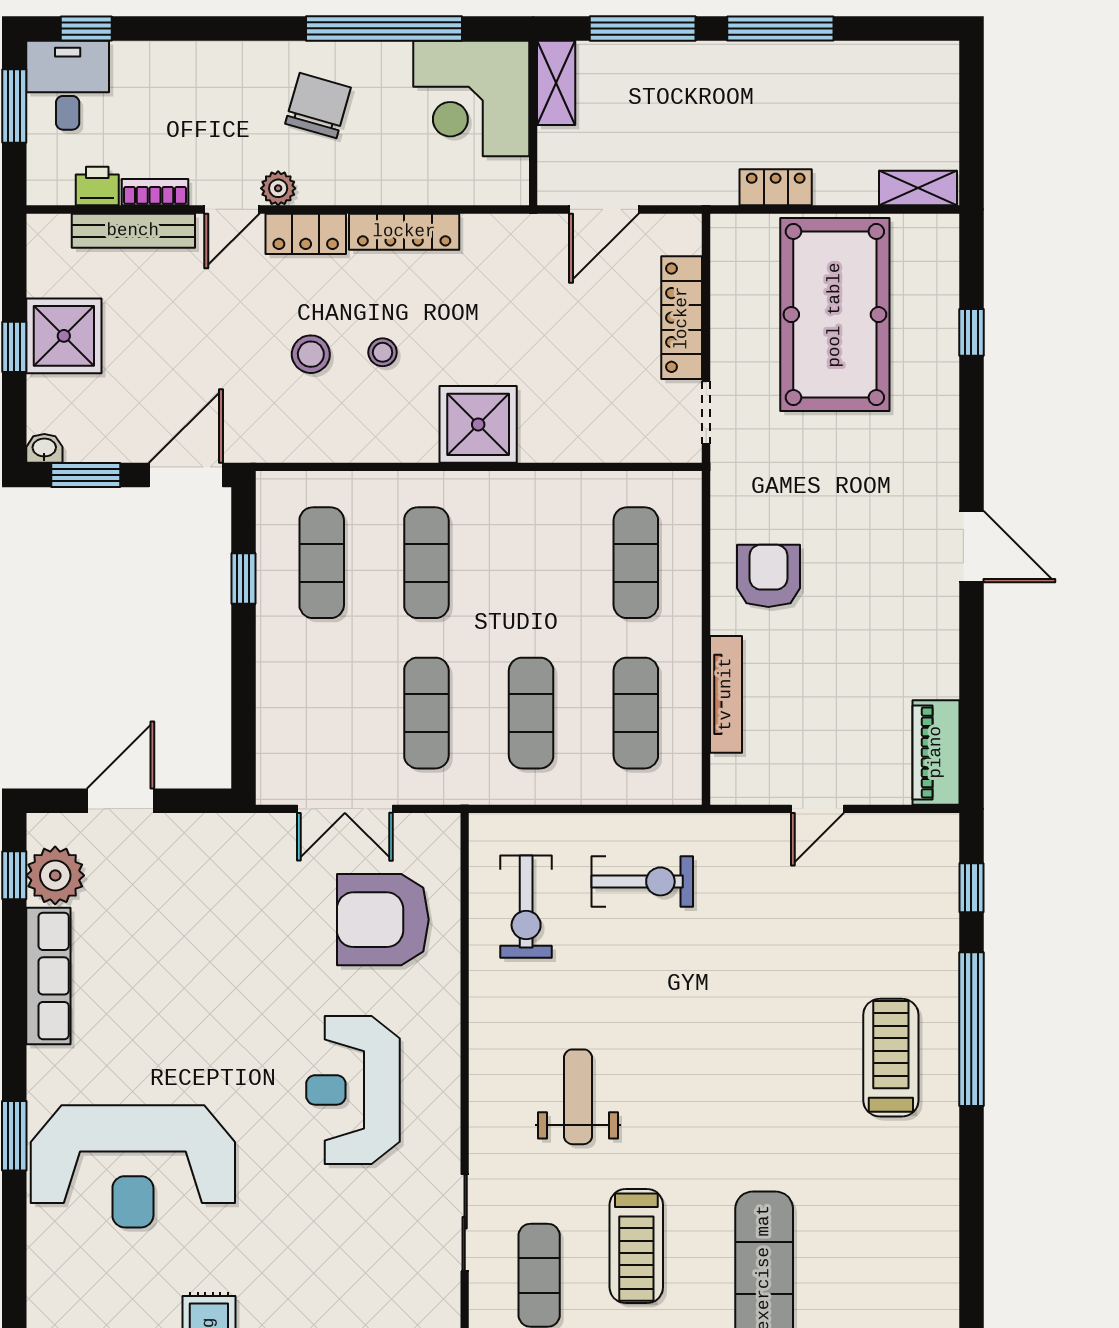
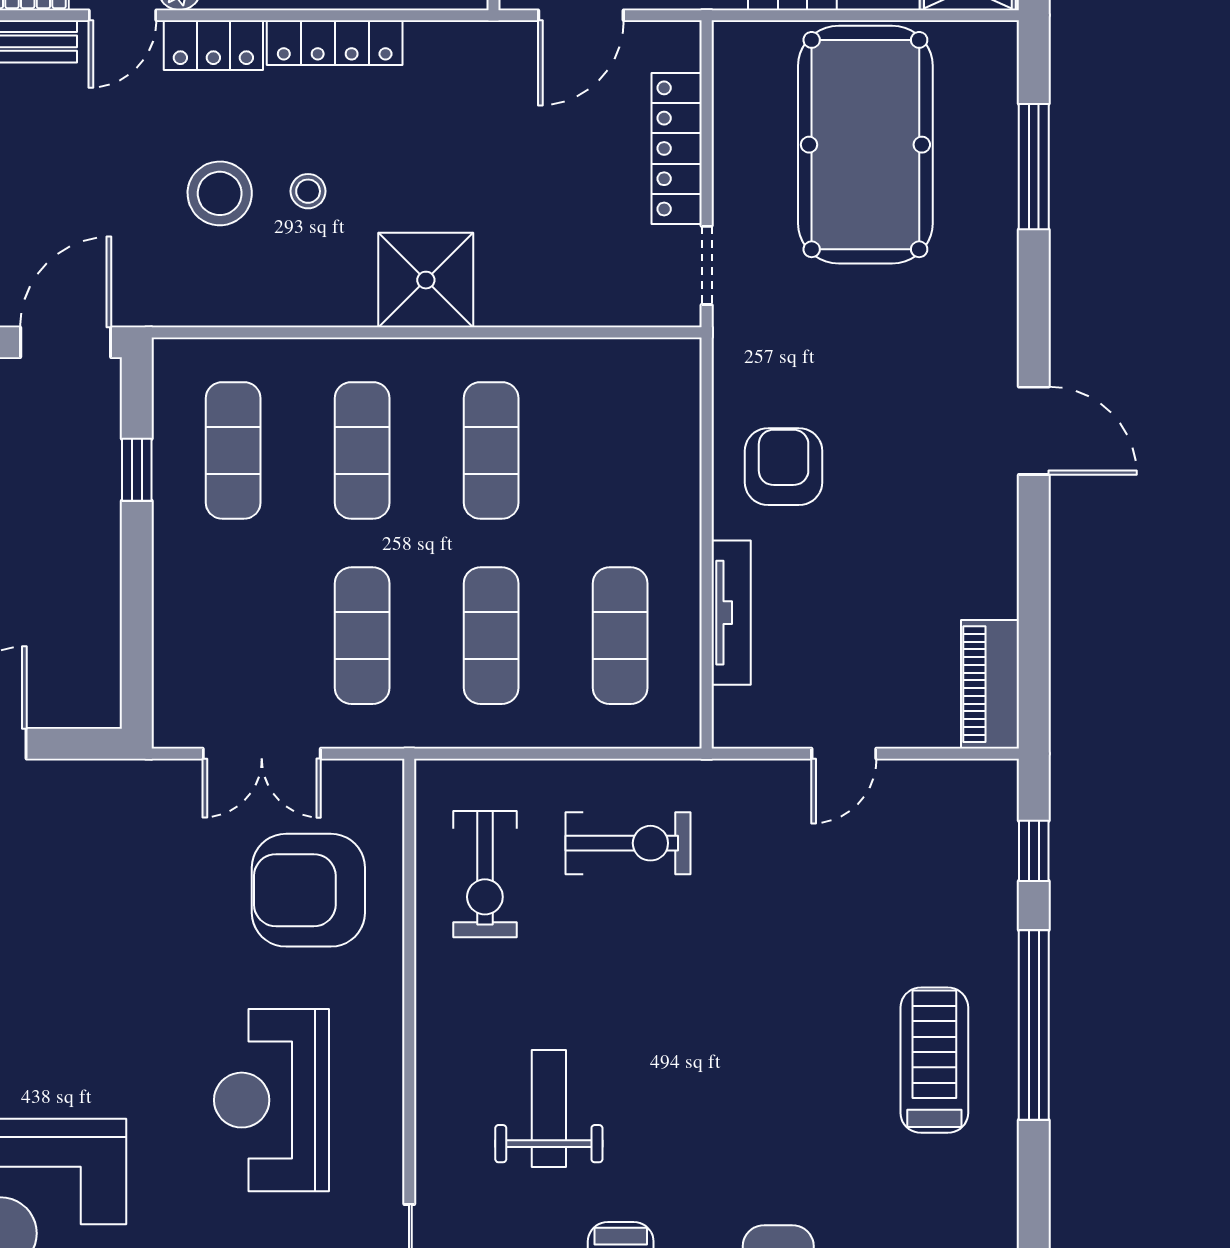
window: (971, 332) -> (1034, 167), width x2.17
stool: (311, 354) -> (220, 193), width x1.38, depth x1.38
exercise mat: (636, 563) -> (491, 450), moved

